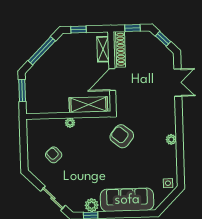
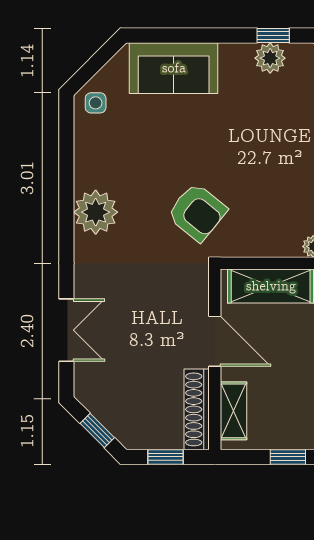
door: (112, 80) -> (215, 341), hinge flipped
double door: (178, 83) -> (66, 330), swing flipped
plant: (171, 139) -> (96, 212), width x1.87, depth x1.87
sofa: (127, 200) -> (174, 68), width x0.73

